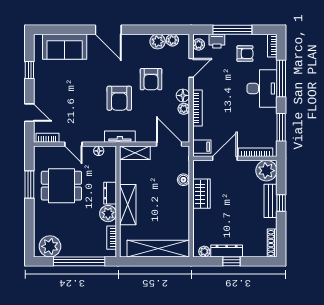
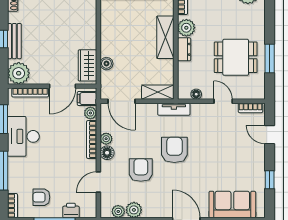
plant: (199, 44) -> (90, 113), moved
desk: (262, 88) -> (23, 136), moved
wardrobe: (201, 194) -> (87, 65), moved

